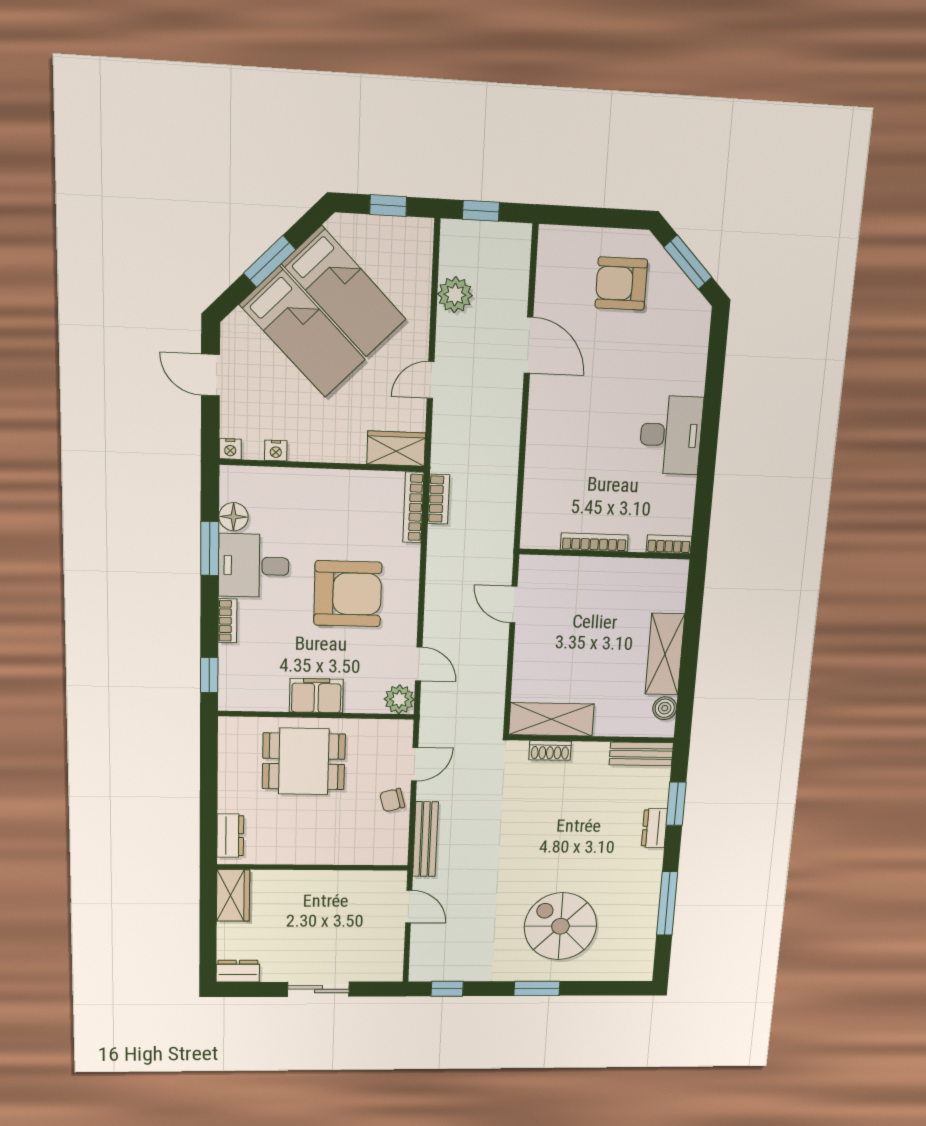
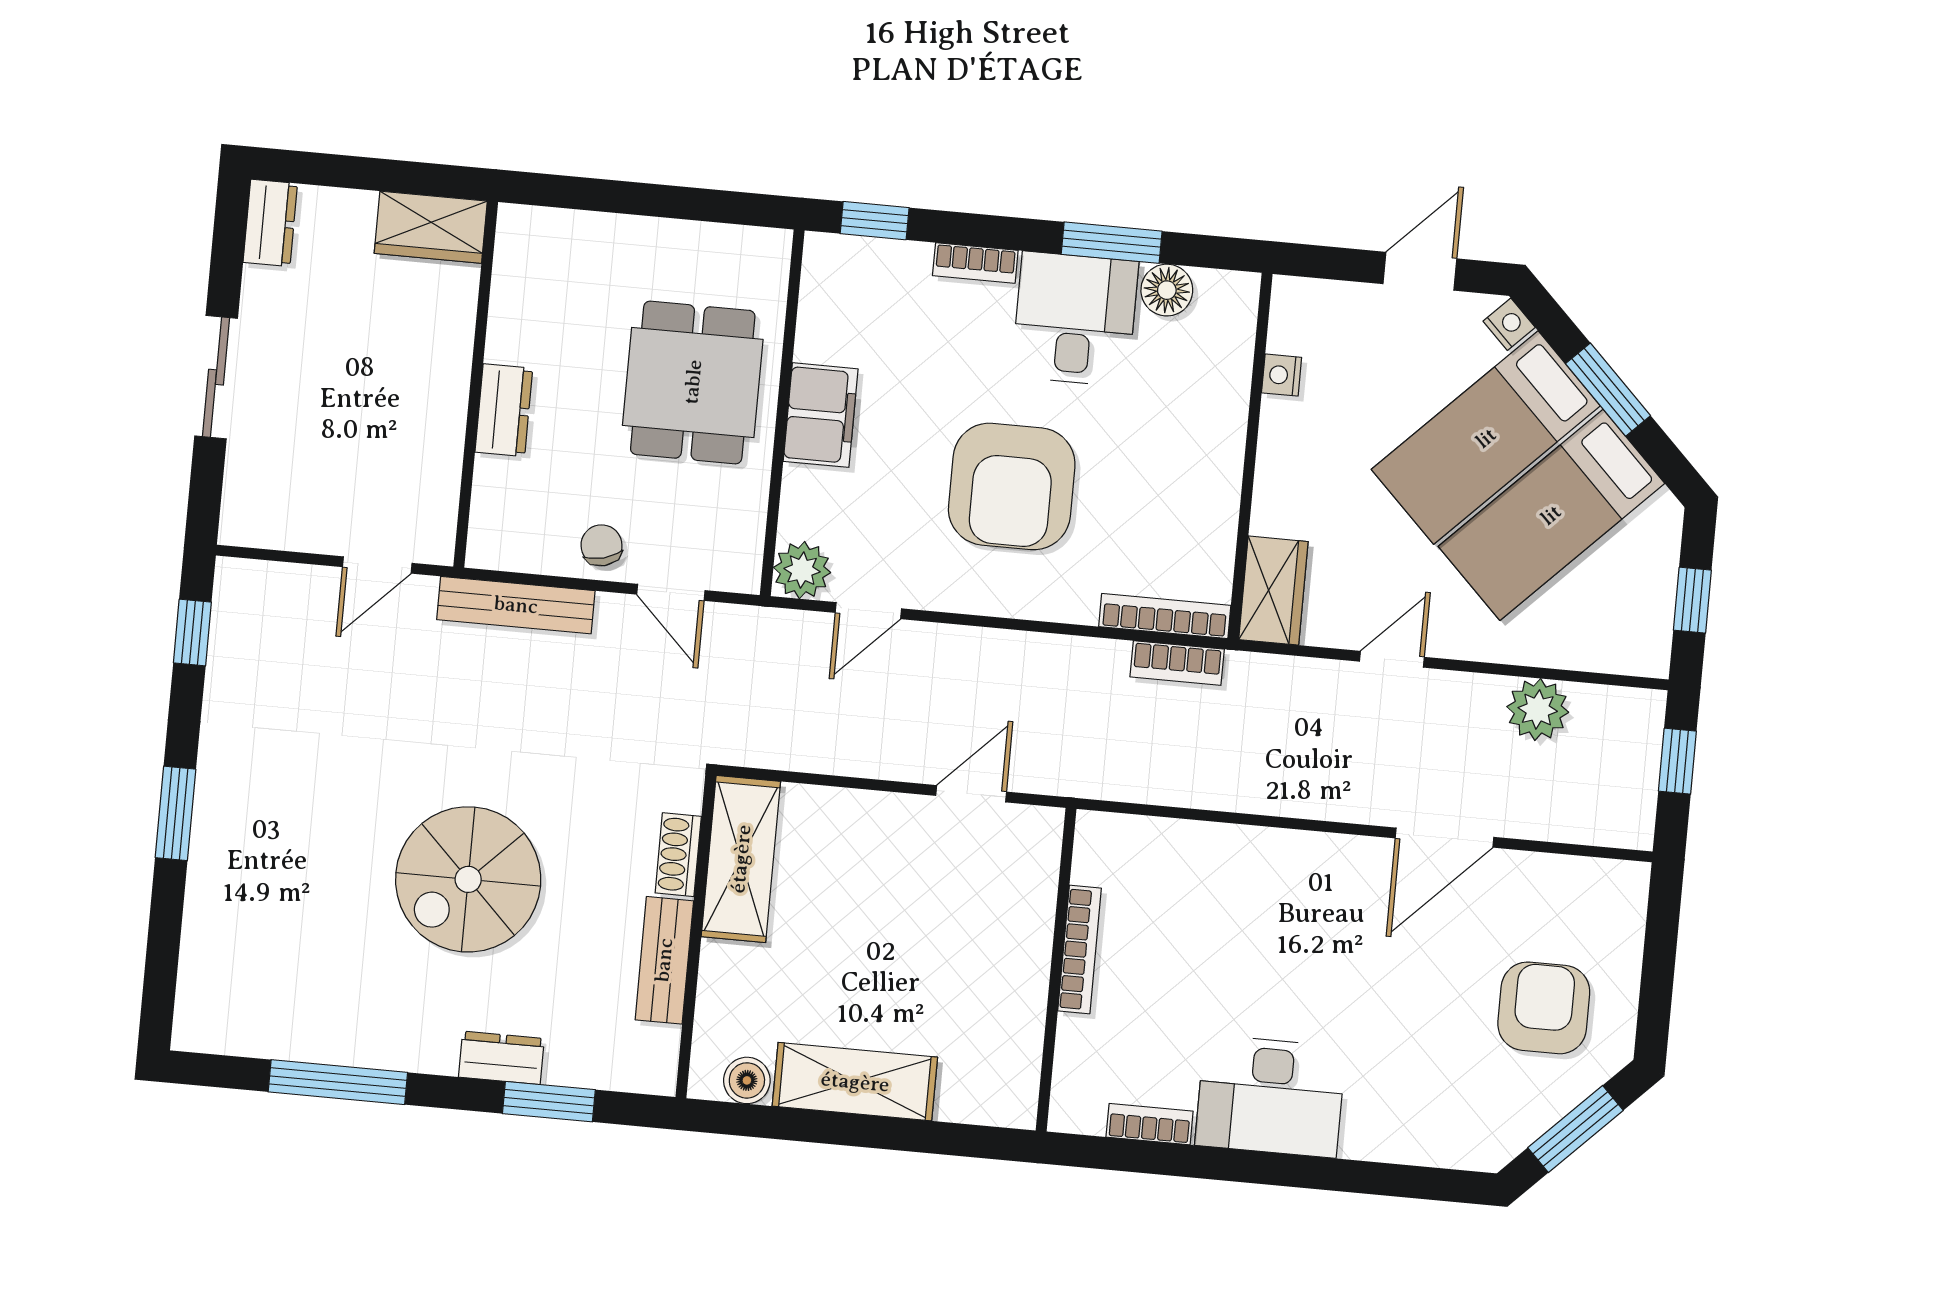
door: (431, 380) -> (1392, 659), hinge flipped
nightstand: (230, 449) -> (1509, 324), moved, turned 135
bookcase: (669, 544) -> (1150, 1124), moved, turned -90
bench: (641, 754) -> (664, 960), moved
dresser: (230, 836) -> (504, 410), moved, turned -90
spiral stairs: (560, 926) -> (468, 879), moved, turned 180

